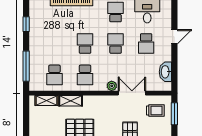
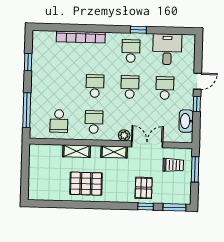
school desk: (146, 43) -> (165, 88), turned 180
window: (174, 57) -> (197, 104), added
school desk: (85, 75) -> (94, 122), turned 180
shelving: (47, 101) -> (114, 152), moved

